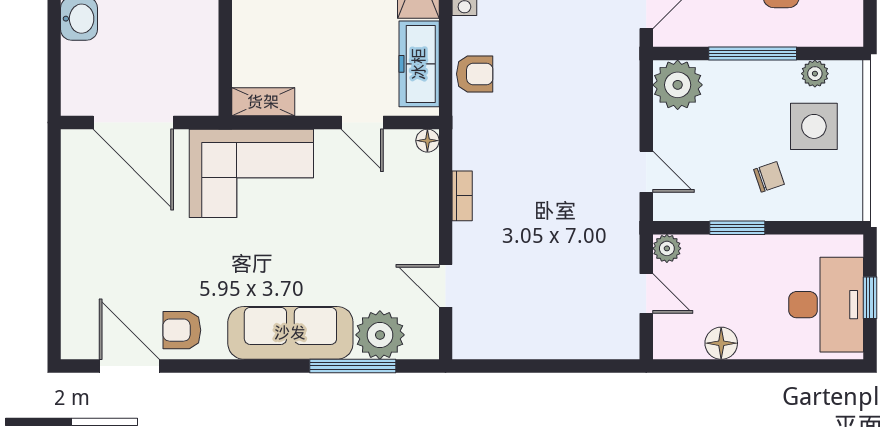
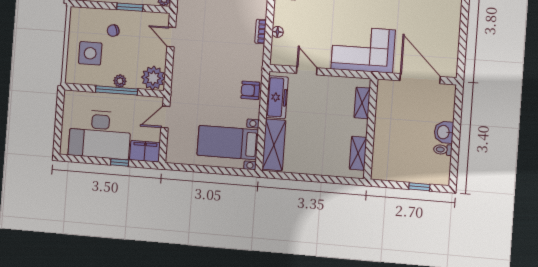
plant: (815, 74) -> (120, 81), moved
shelving: (263, 102) -> (362, 103), moved, turned 90
floor lamp: (427, 141) -> (278, 32), moved

